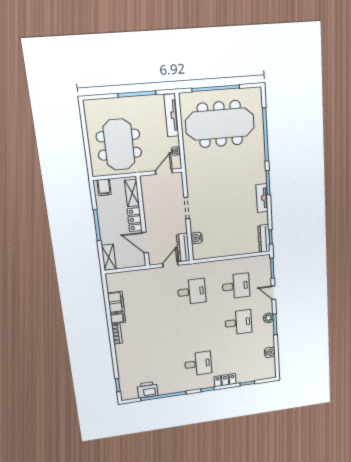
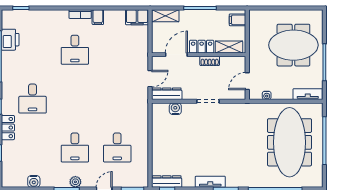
tv unit: (171, 115) -> (308, 94), width x0.71
meeting table: (119, 145) -> (293, 45), moved
door: (164, 172) -> (247, 81), swing flipped
shoe rack: (148, 210) -> (210, 61), added
door: (170, 264) -> (150, 79), hinge flipped
desk: (192, 292) -> (75, 50), moved
filing cabinet: (116, 302) -> (137, 17), moved

